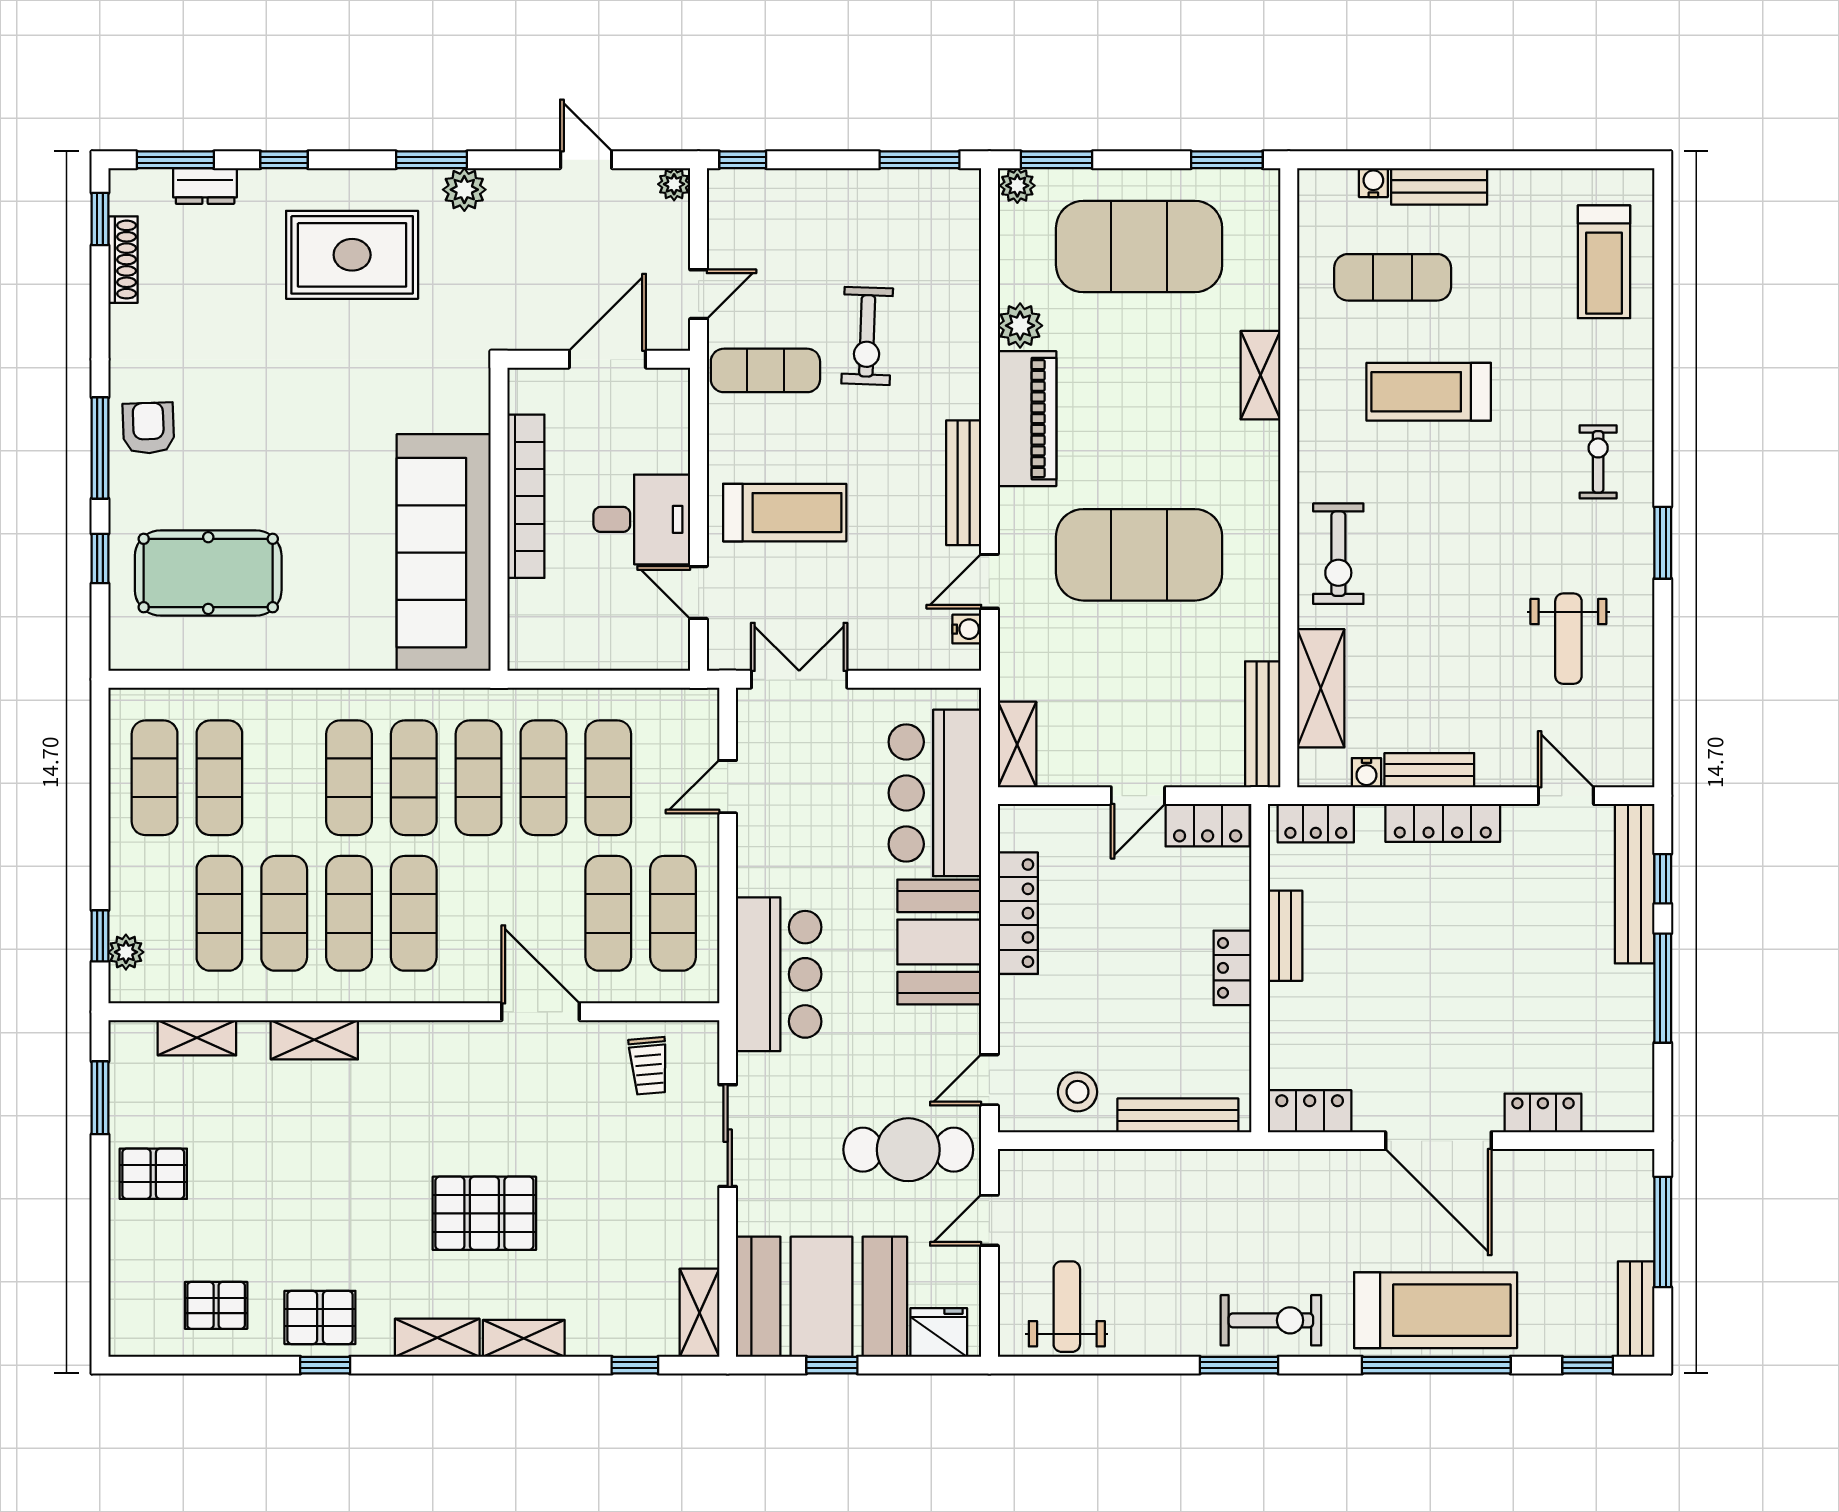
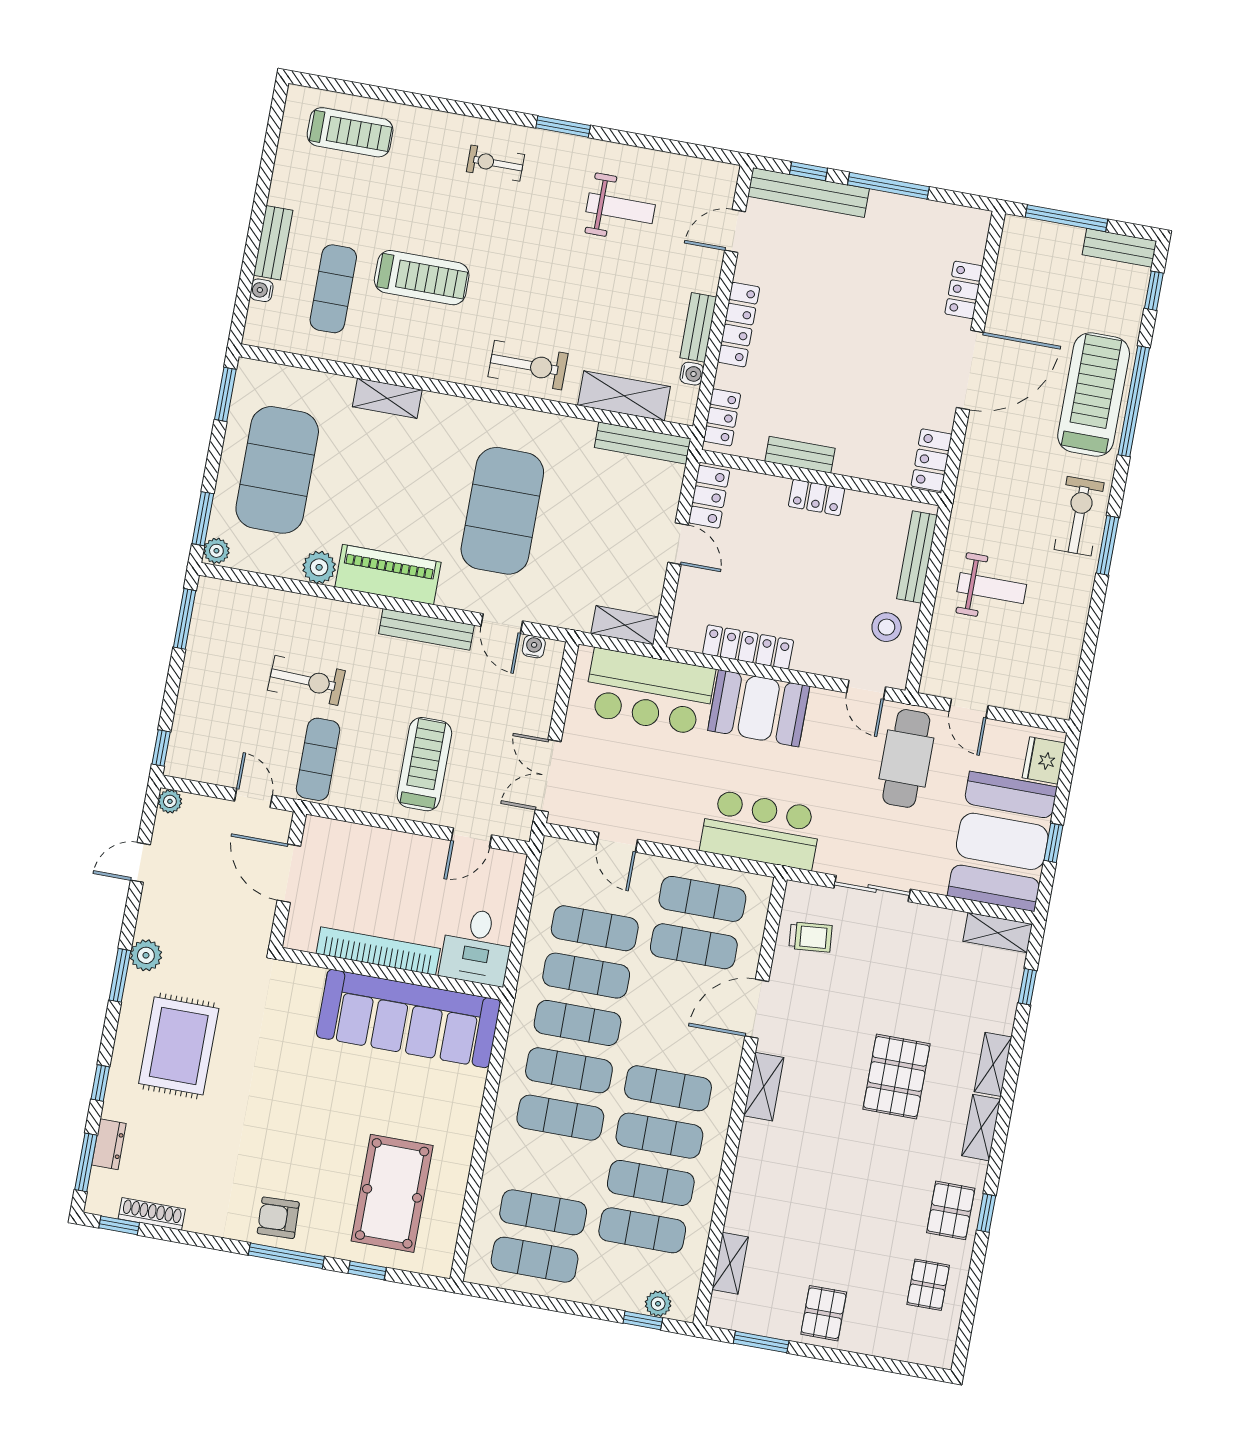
treadmill: (1429, 392) -> (422, 278), turned -90
desk: (642, 519) -> (477, 947), moved, turned 180
shelving: (314, 1040) -> (764, 1087), moved
weight bench: (1067, 1307) -> (992, 588), moved, turned 180

